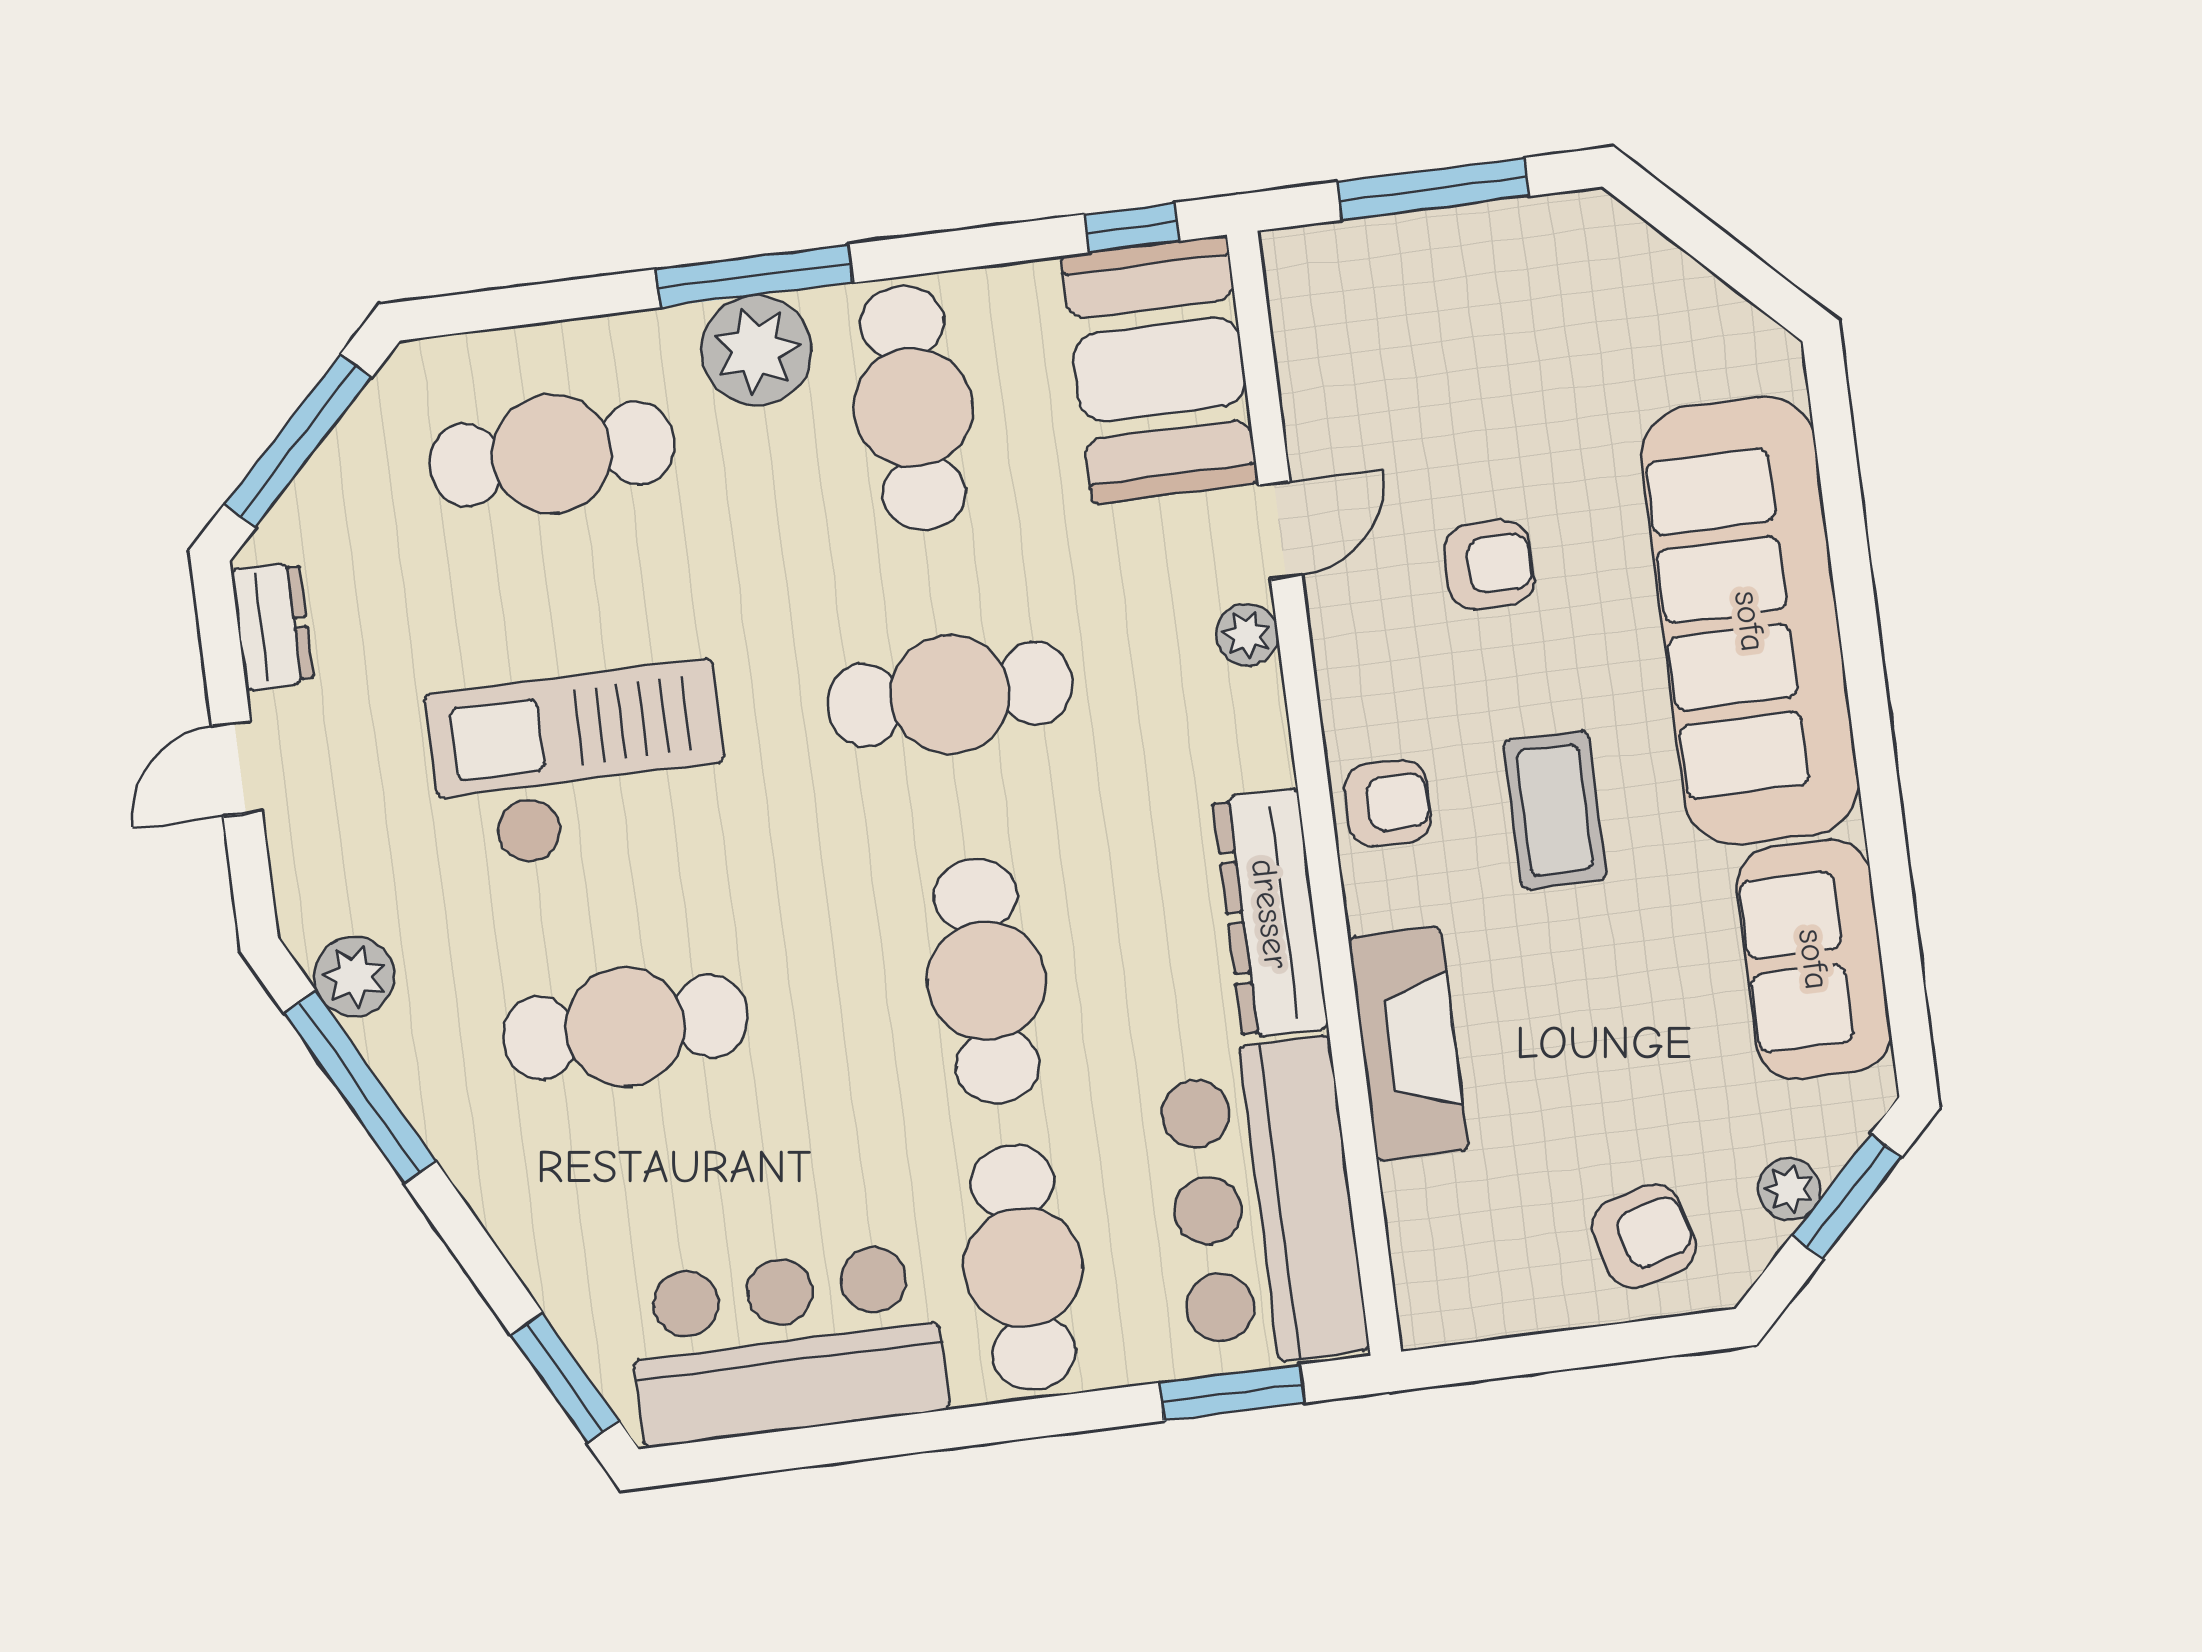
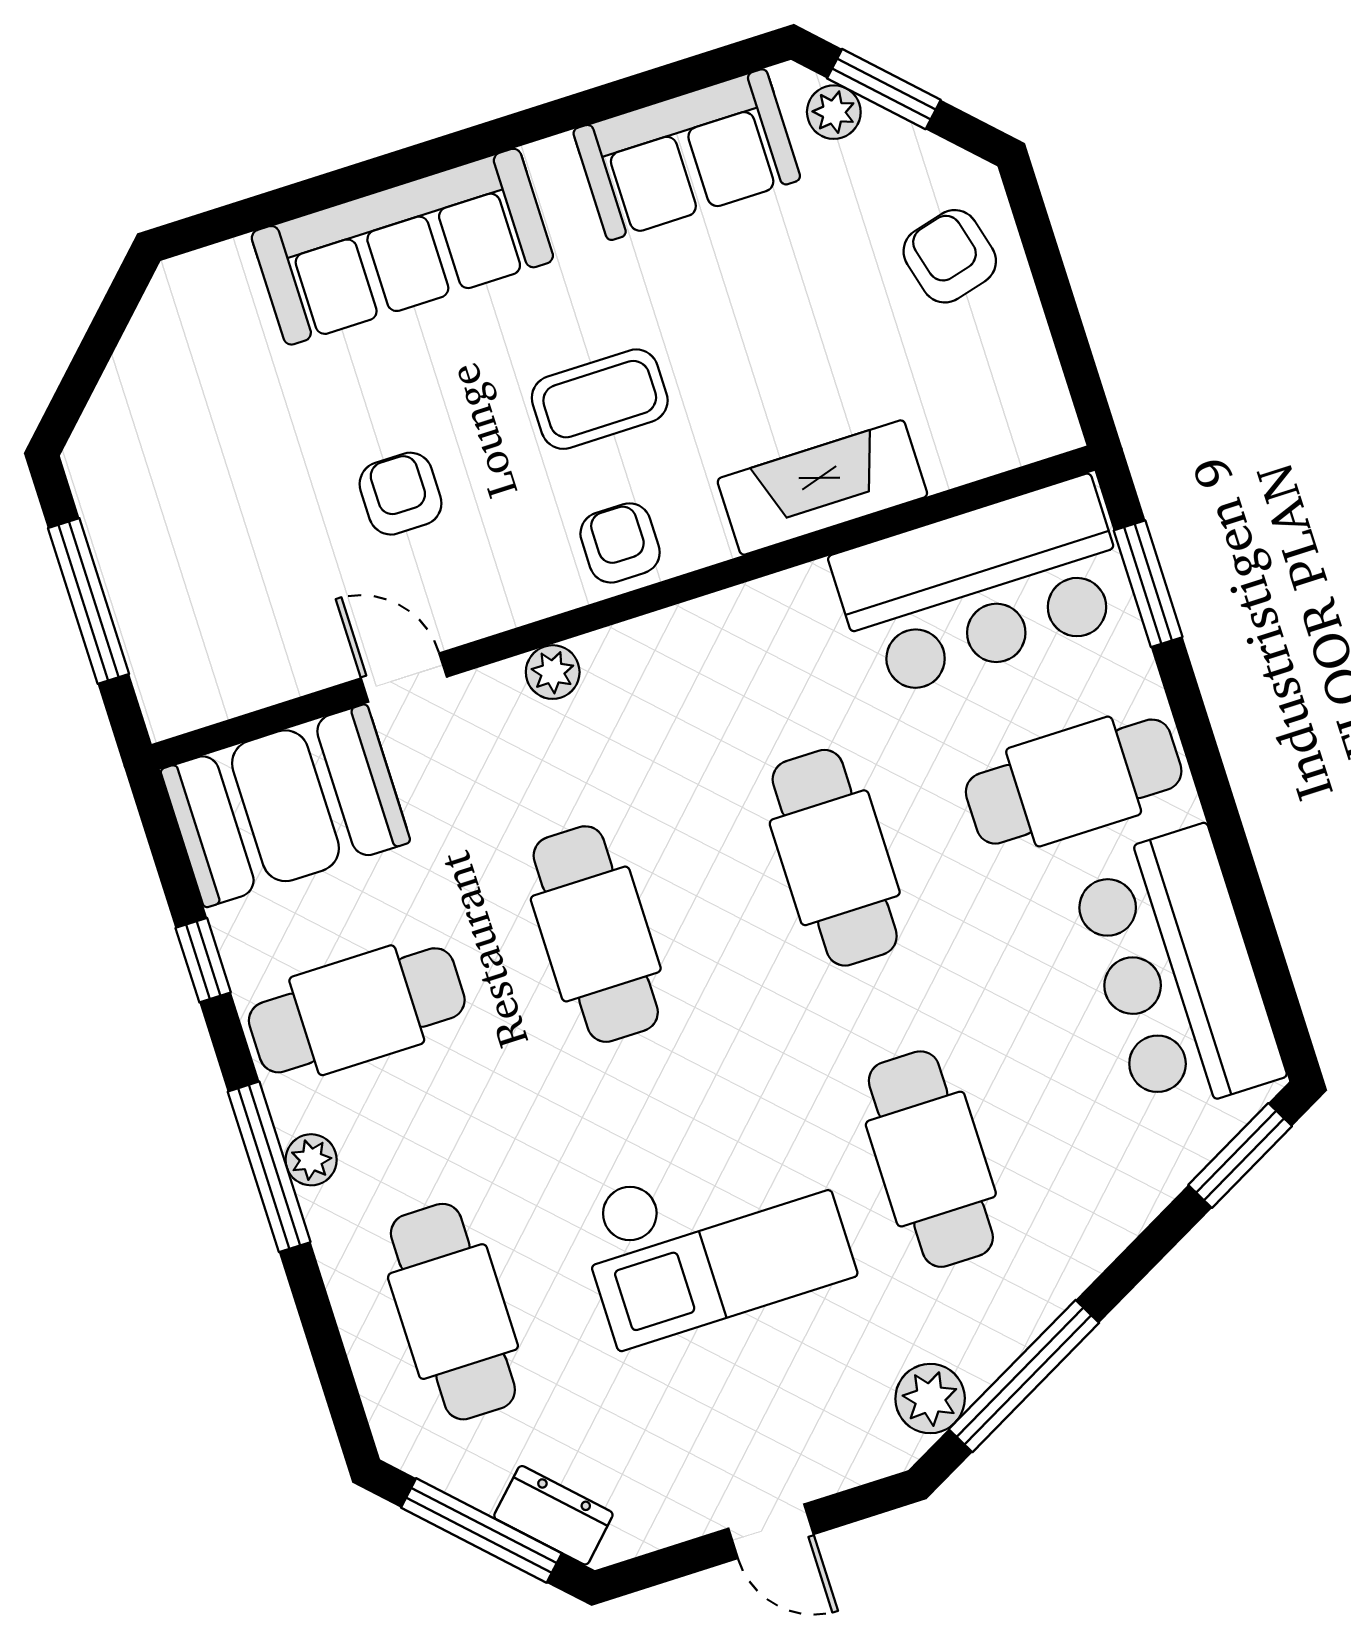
window: (1132, 228) -> (203, 960), moved
plant: (757, 350) -> (311, 1160), width x0.53, depth x0.53
sofa: (1750, 621) -> (402, 247), width x0.74, depth x0.79
dresser: (272, 626) -> (553, 1515), moved, turned 45
plant: (1247, 635) -> (553, 672), moved
checkout: (579, 766) -> (715, 1239), turned -90
dresser: (1270, 914) -> (733, 626), removed
cafe table: (987, 981) -> (835, 858), turned 90
plant: (1789, 1189) -> (834, 112), moved

